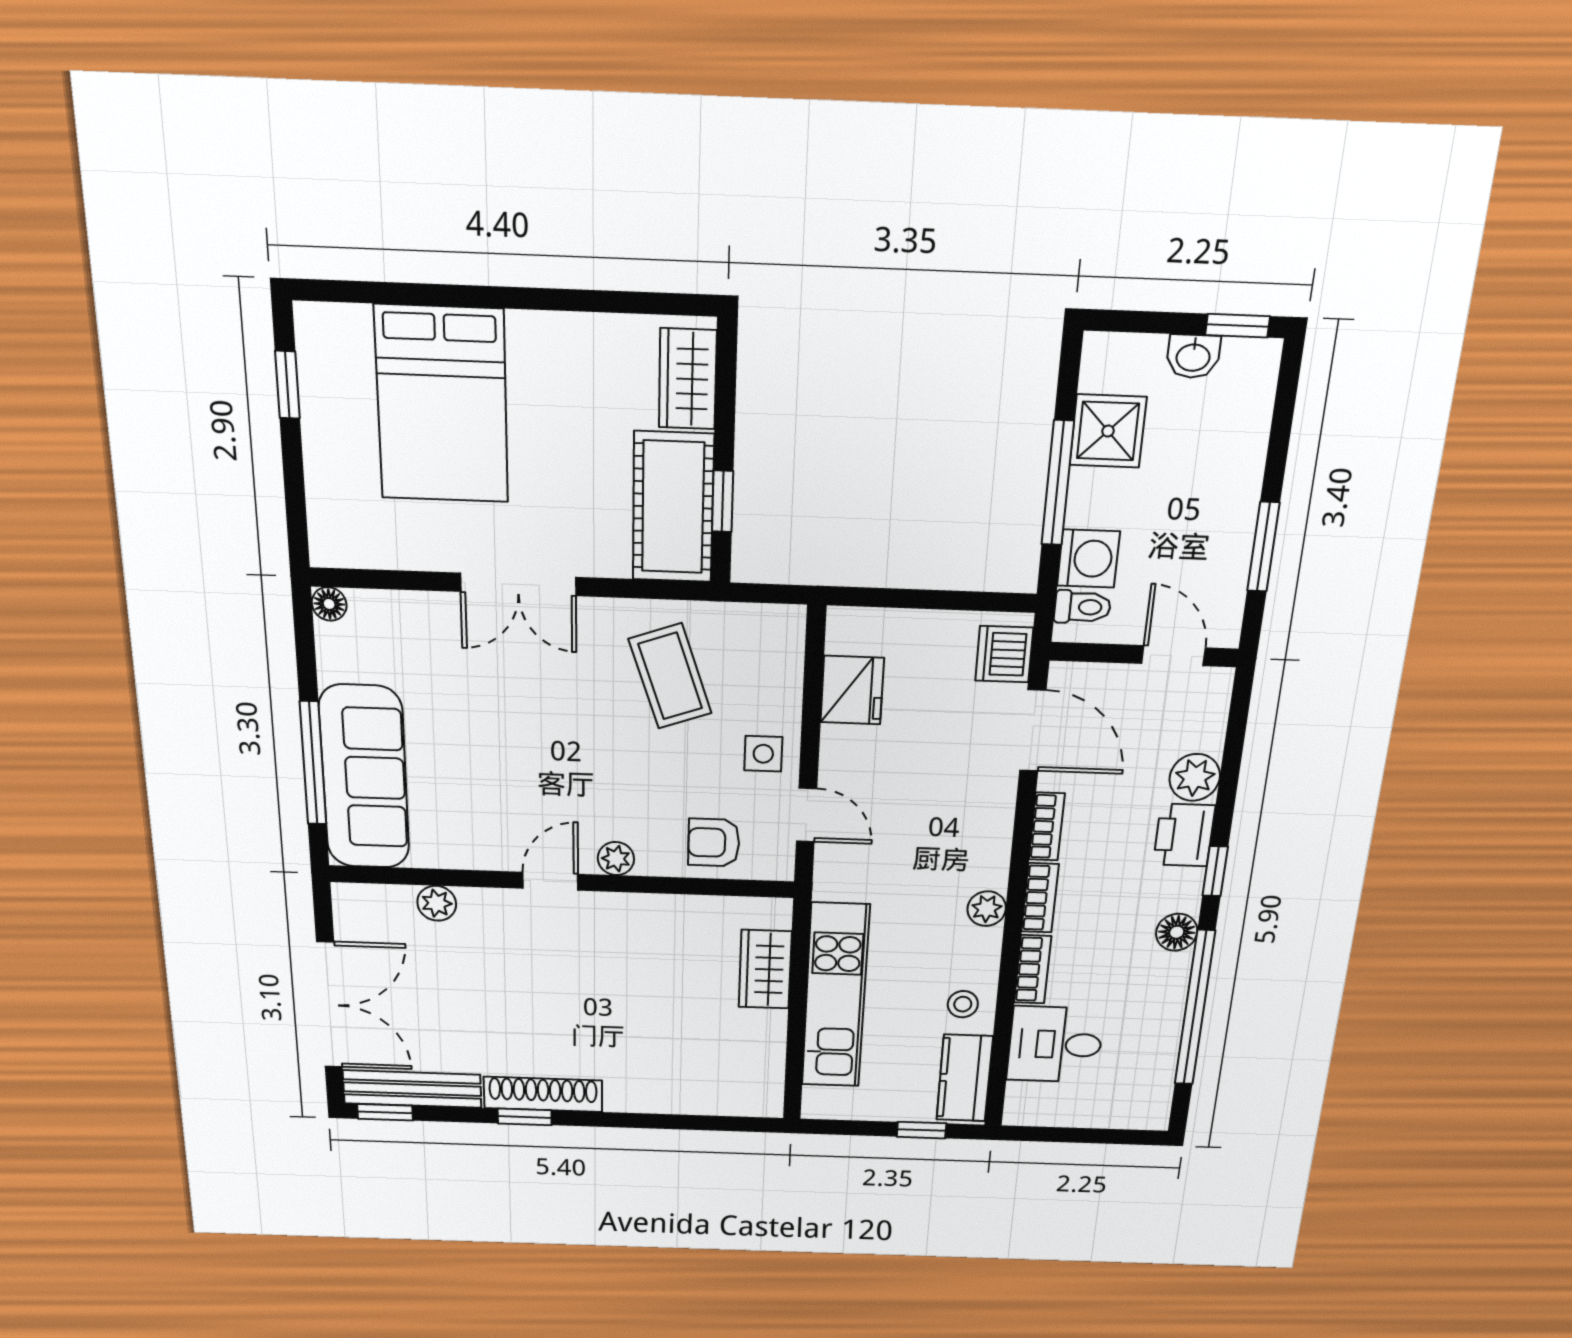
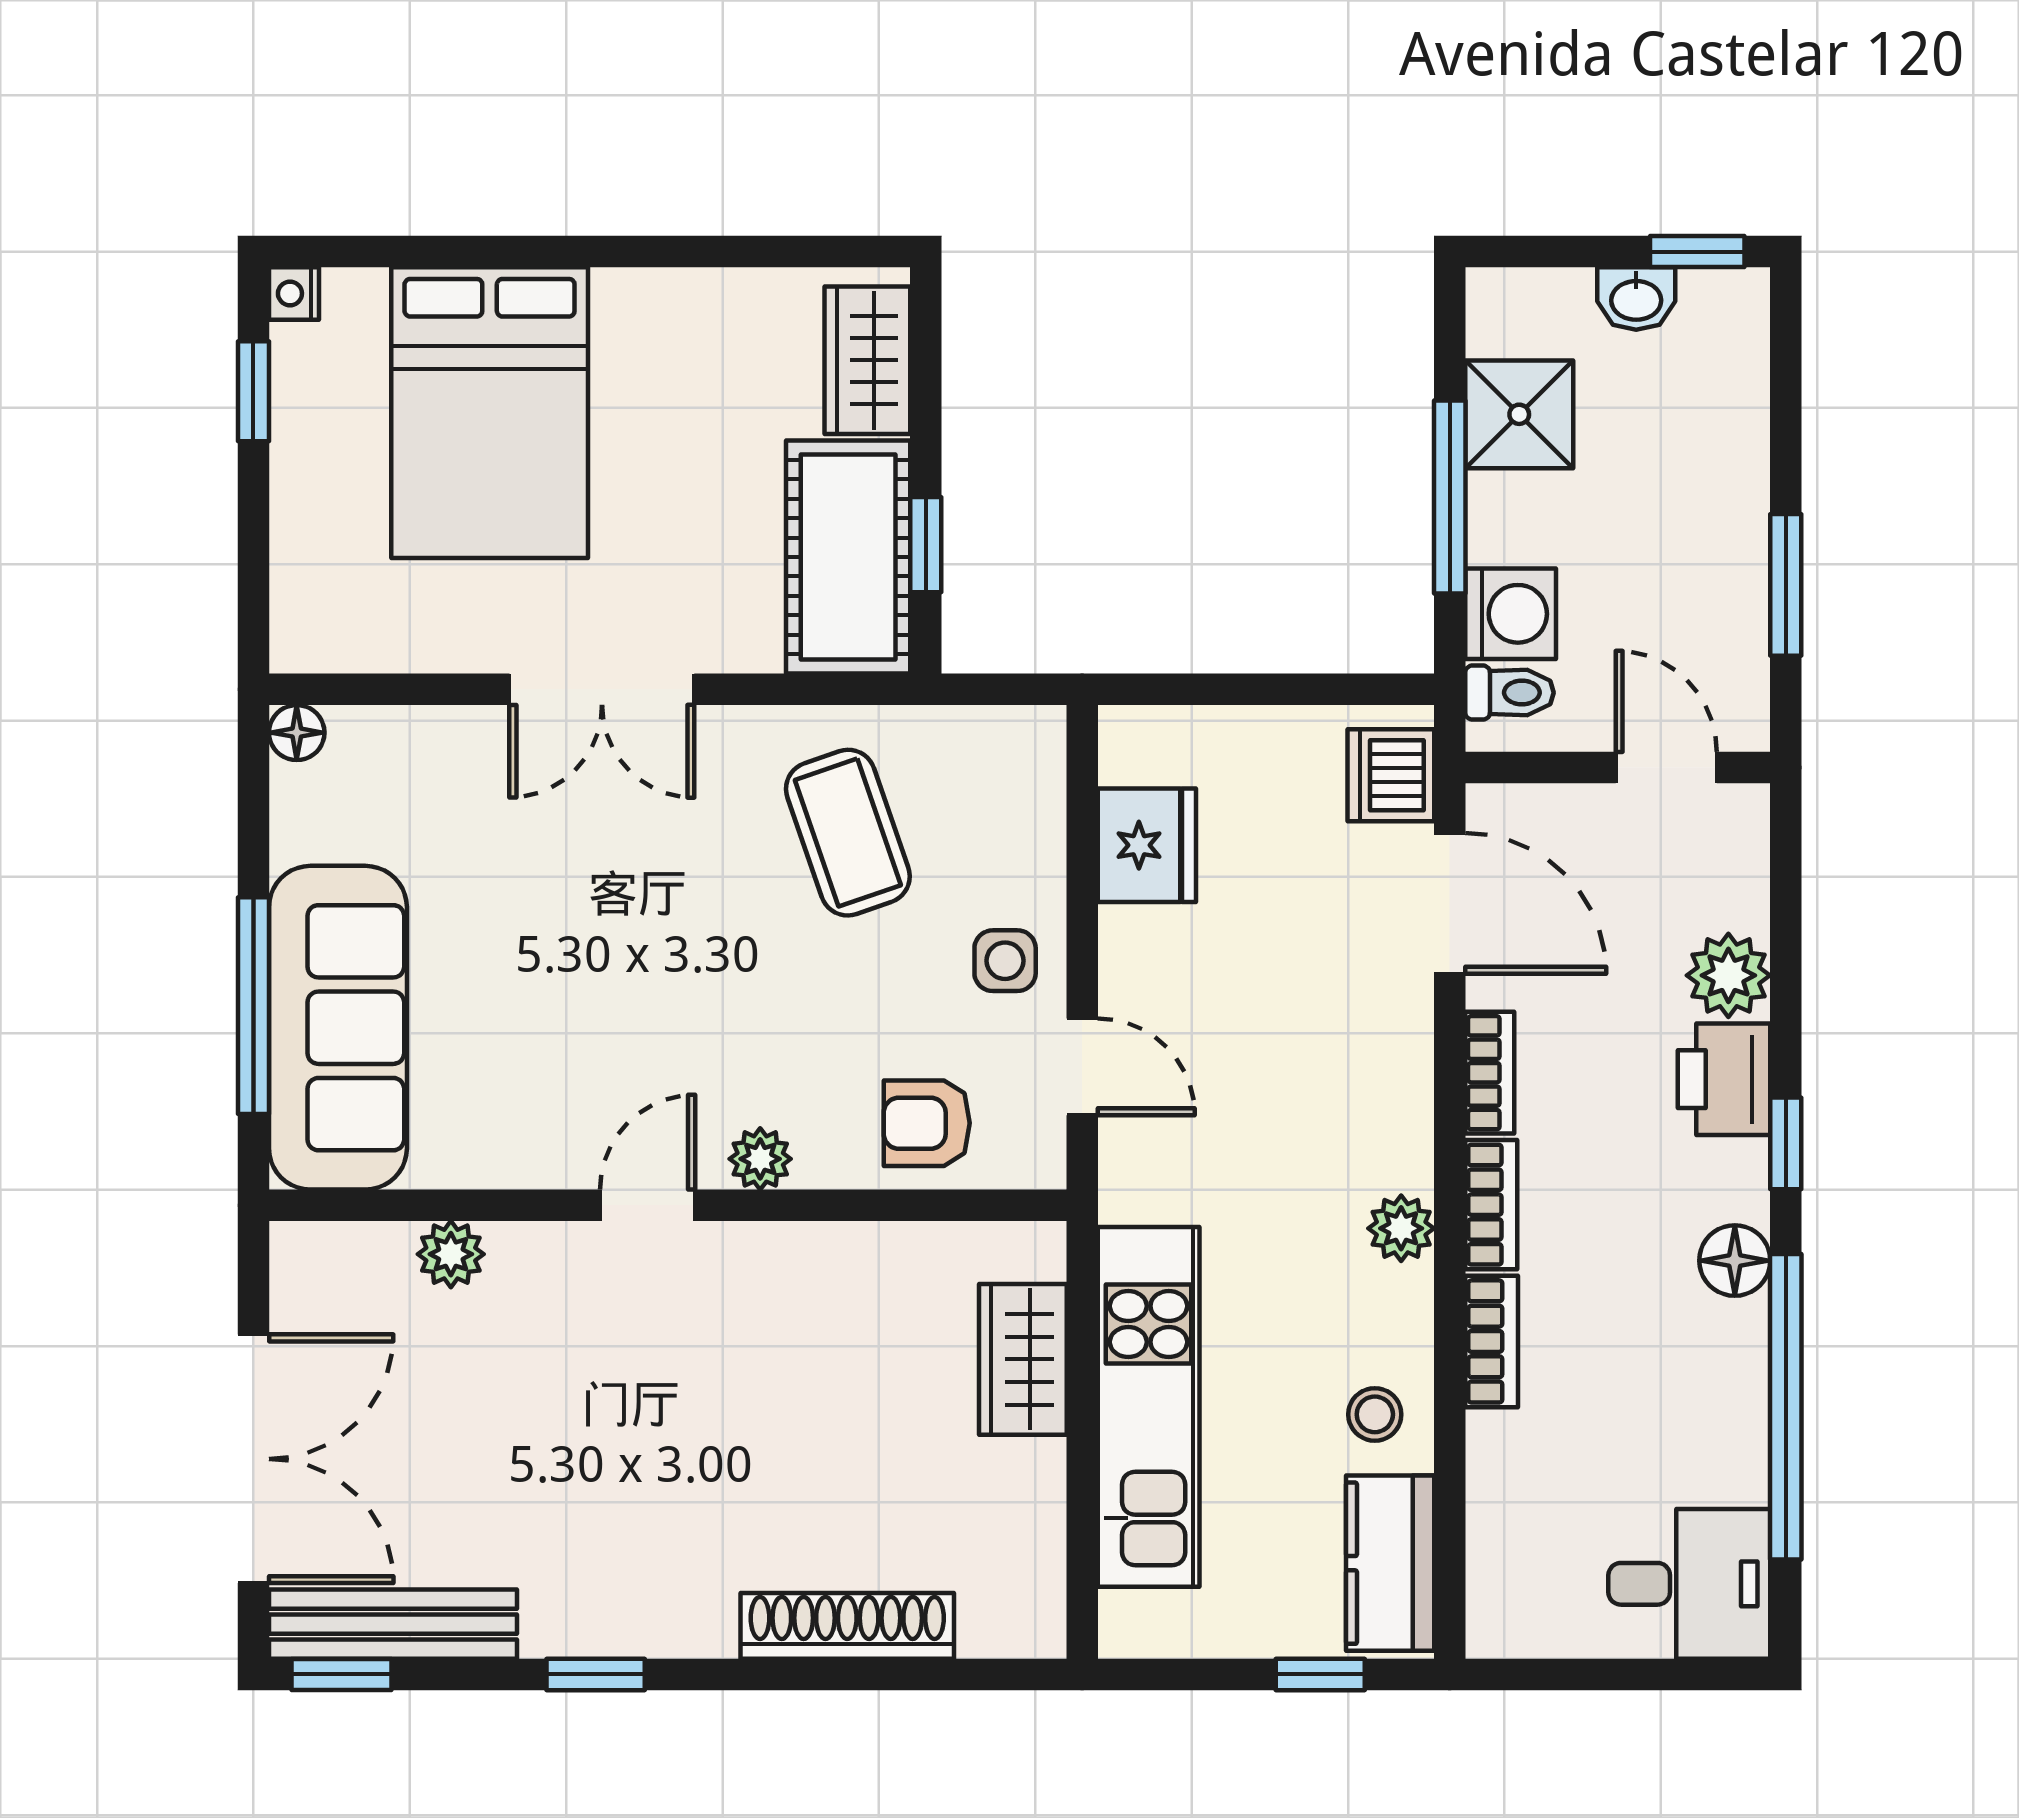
nightstand: (310, 319) -> (294, 293), added
desk: (1055, 1044) -> (1689, 1584), moved, turned 180
shoe rack: (543, 1094) -> (847, 1626), moved

